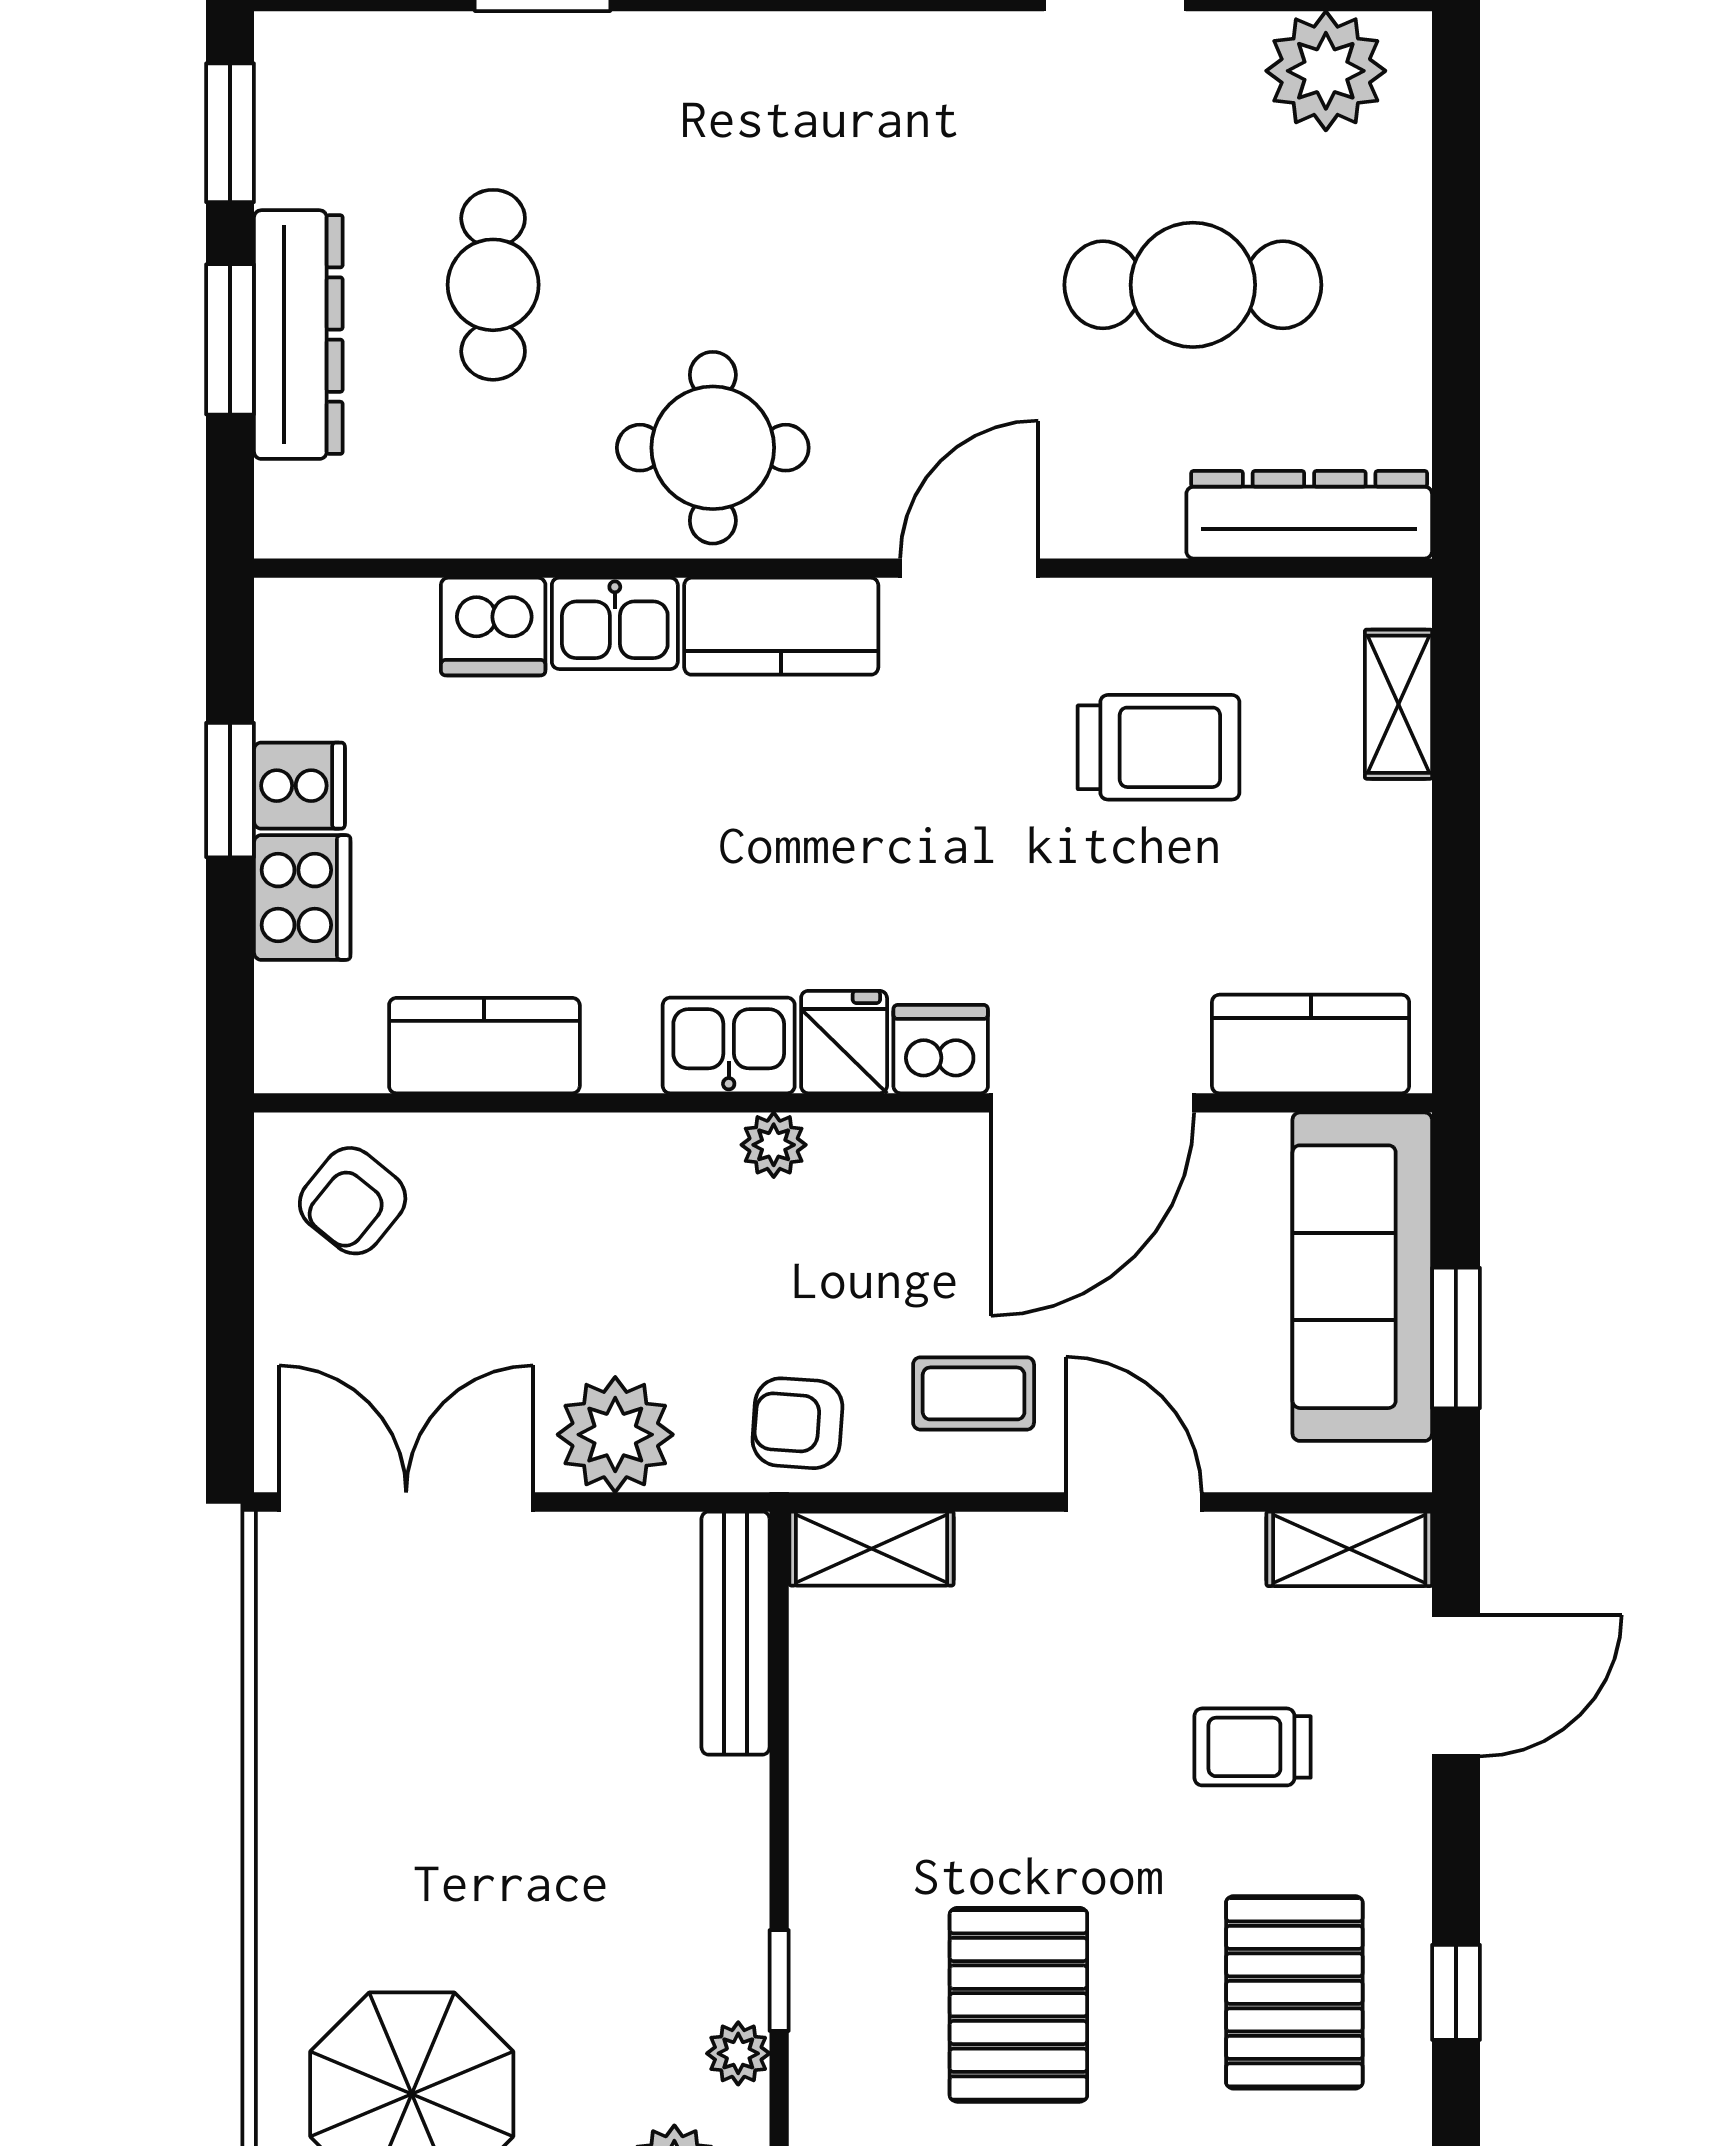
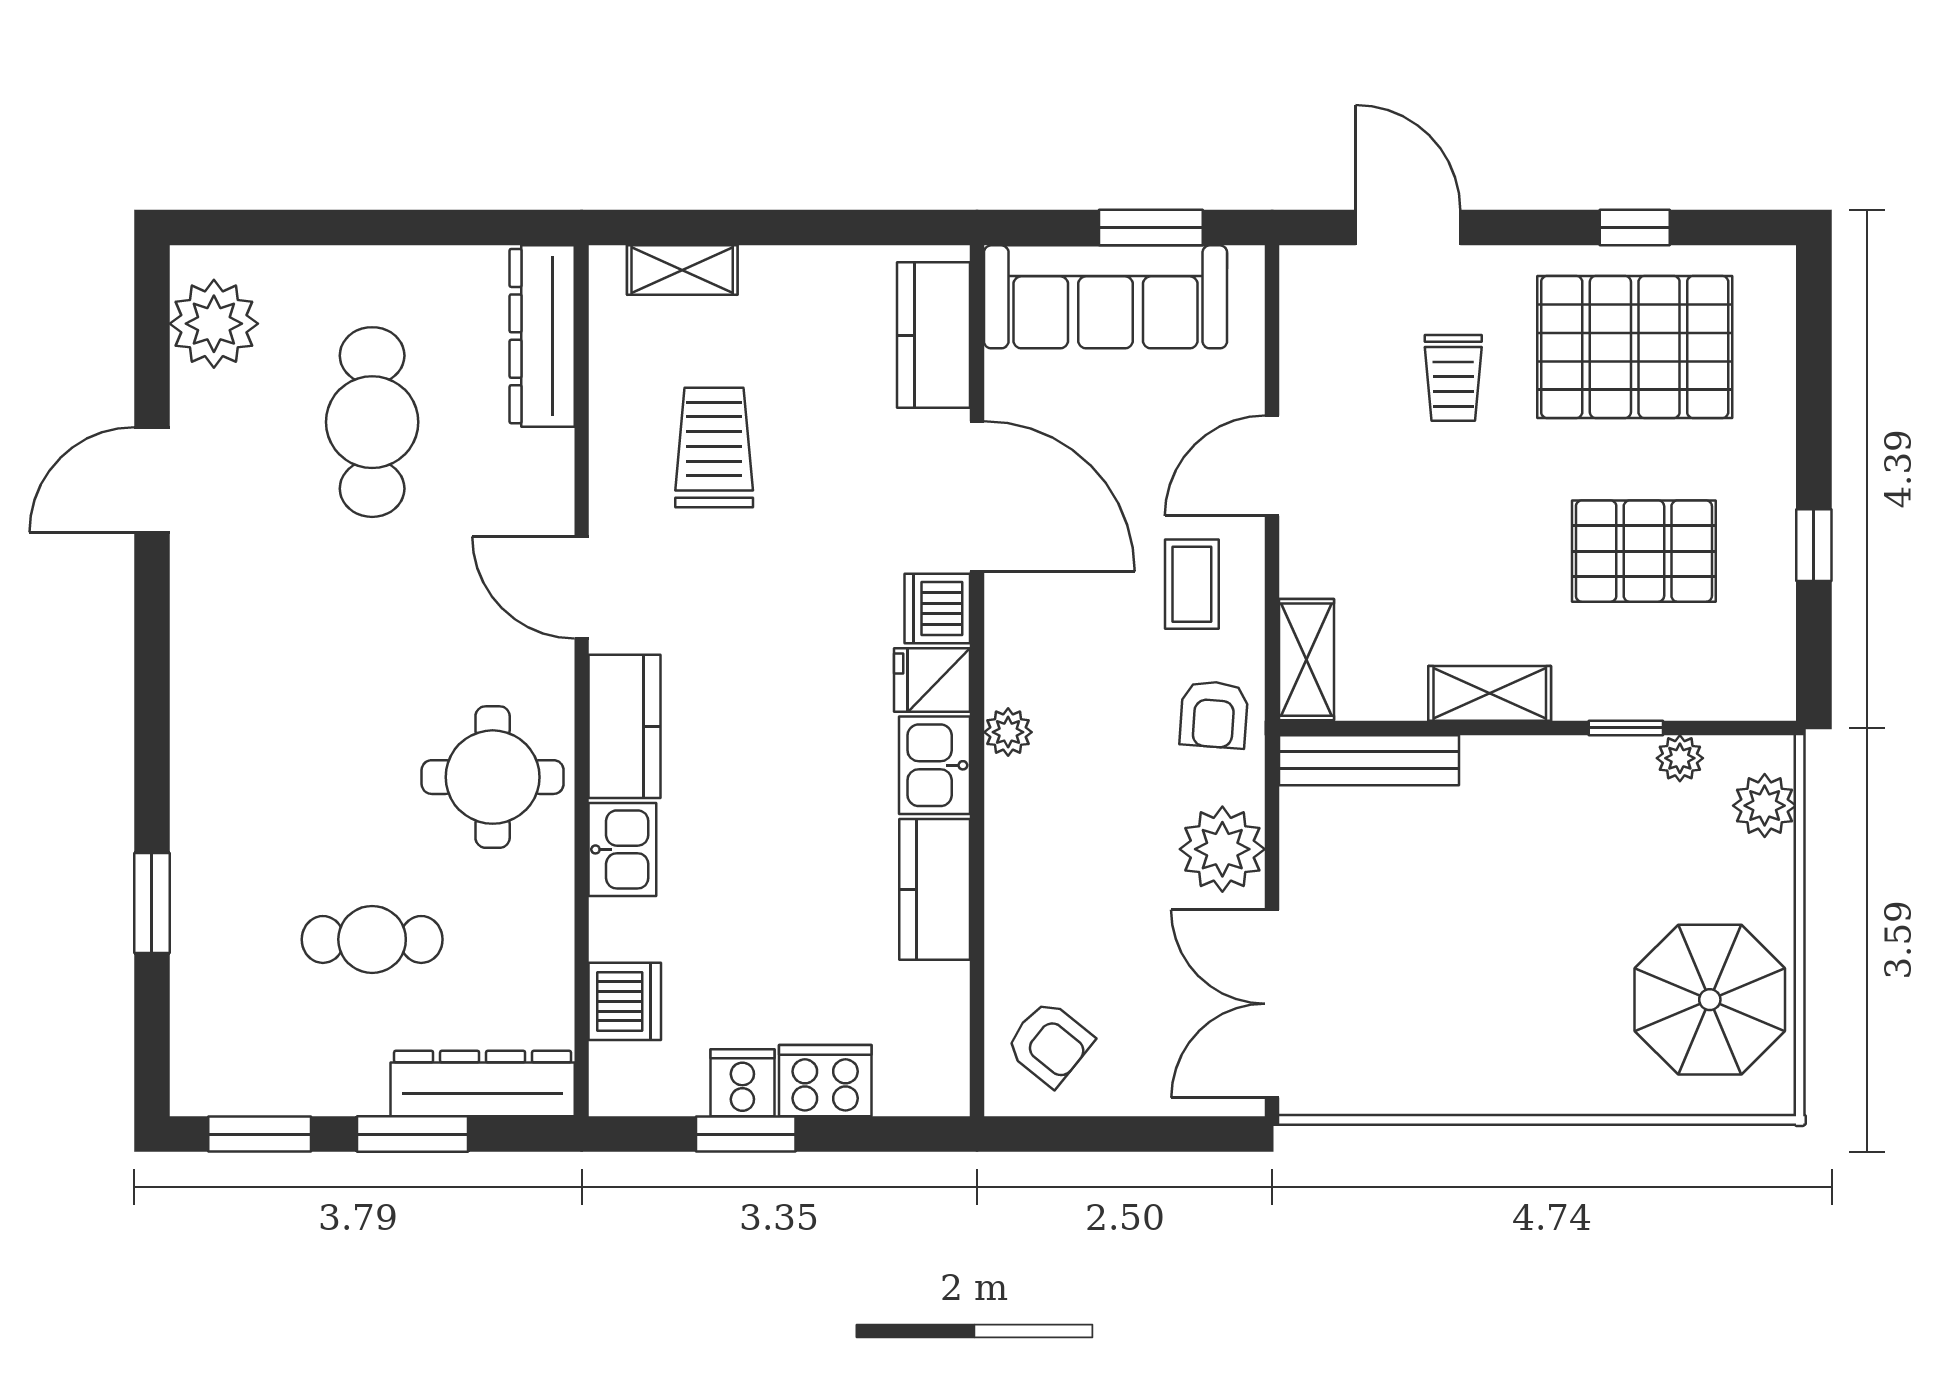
dresser: (298, 335) -> (483, 1083), moved
dishwasher: (493, 627) -> (625, 1001), moved
kitchen counter: (484, 1046) -> (935, 889), moved
shelving: (1349, 1549) -> (1490, 693), moved, turned 90
pallet: (1294, 1992) -> (1635, 347), width x1.37, depth x1.41

